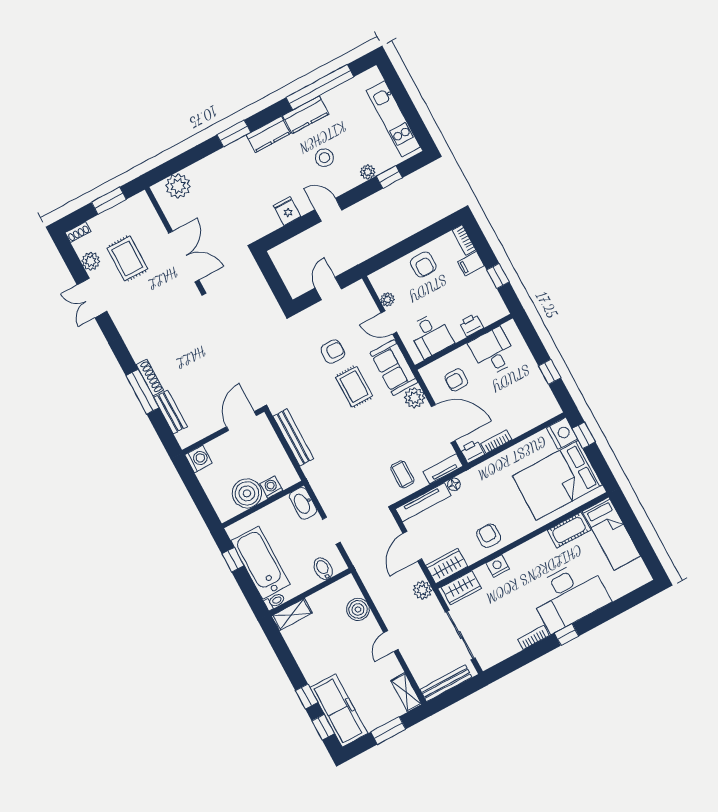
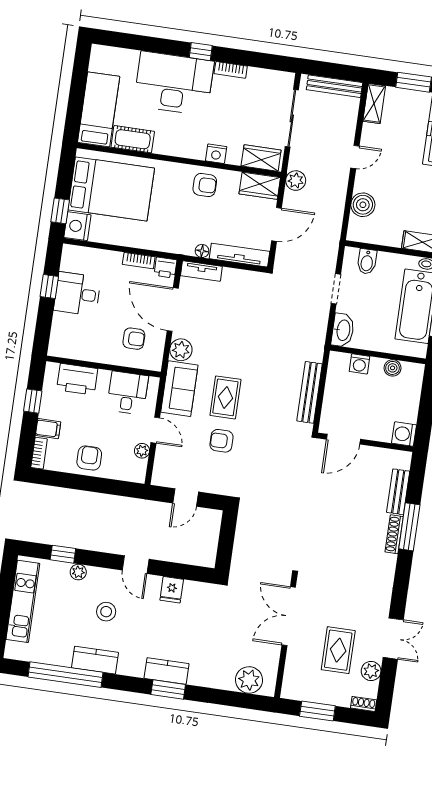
kitchen counter: (268, 134) -> (167, 671), moved
printer: (471, 325) -> (77, 379), width x1.87, depth x1.48
desk: (493, 352) -> (77, 294), moved, turned 90
coffee table: (402, 474) -> (240, 292), removed
boiler: (247, 493) -> (393, 368), width x0.54, depth x0.54
armchair: (489, 536) -> (205, 185), turned -90

